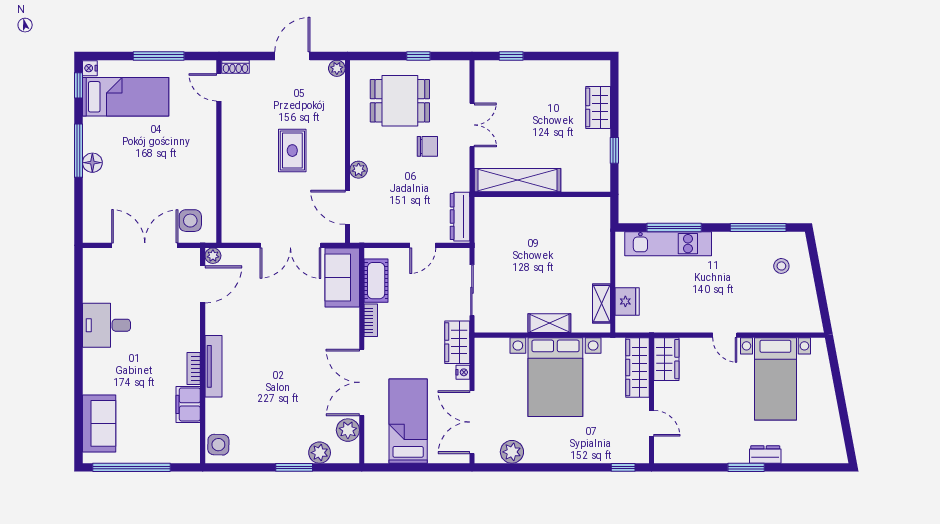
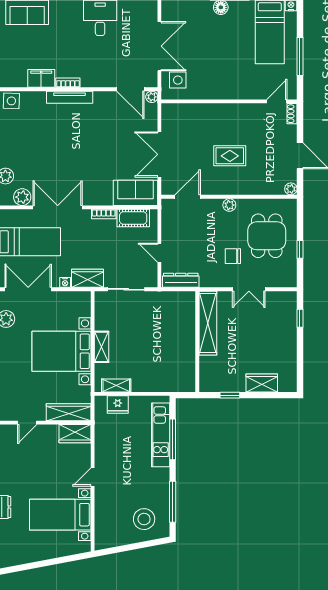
chair: (427, 146) -> (233, 256), turned 90
plant: (359, 170) -> (229, 205), moved
stool: (781, 266) -> (144, 519), width x1.89, depth x1.89

